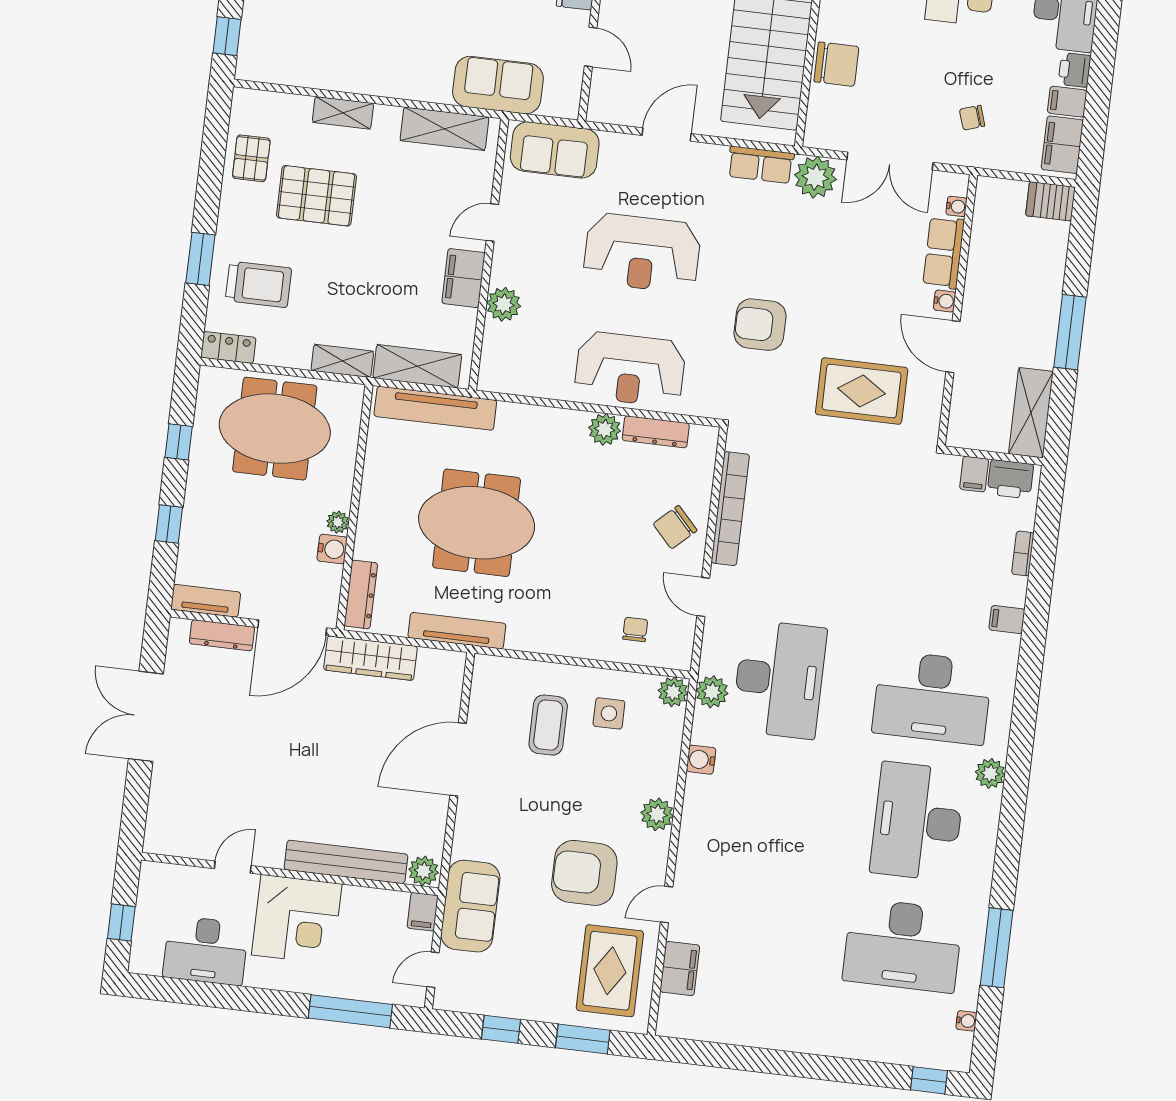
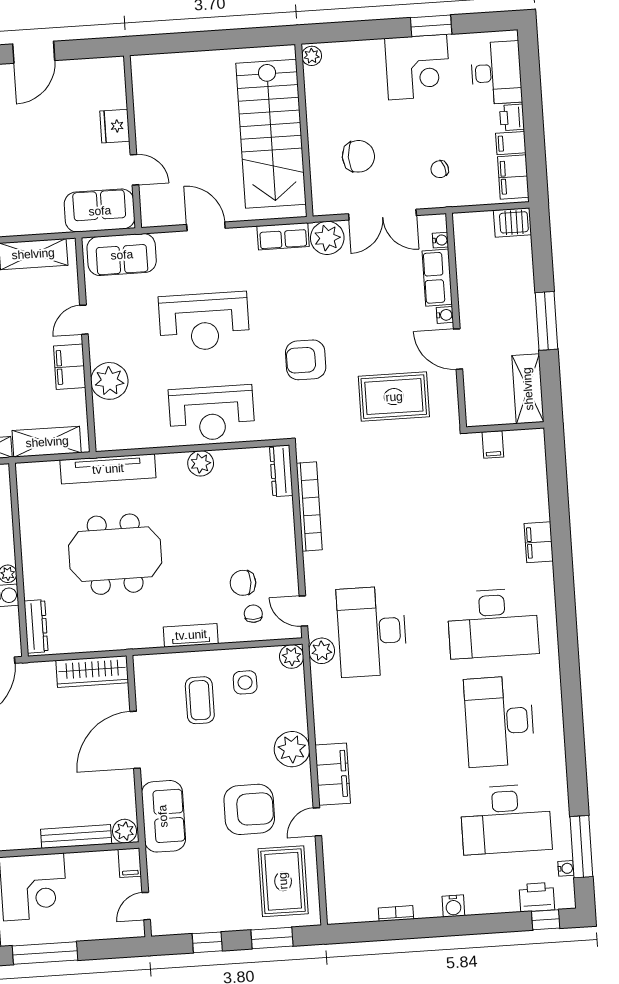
chair: (836, 64) -> (358, 156), moved
sofa: (498, 85) -> (100, 211), moved
door: (667, 134) -> (206, 226), hinge flipped
plant: (504, 304) -> (109, 381), width x1.36, depth x1.36
tv unit: (435, 408) -> (108, 469), moved
dresser: (656, 432) -> (281, 471), moved, turned 90
printer: (1010, 479) -> (537, 897), moved, turned 180
chair: (675, 527) -> (243, 583), moved, turned 44
bookcase: (1023, 553) -> (396, 914), moved, turned 90
door: (703, 597) -> (303, 611), moved
filing cabinet: (1007, 619) -> (539, 542), width x2.00
tv unit: (457, 631) -> (191, 635), moved, width x0.71
wardrobe: (370, 658) -> (92, 672), moved
desk: (779, 679) -> (372, 631), turned 180
water cooler: (701, 760) -> (453, 906), moved, turned -90
plant: (990, 773) -> (549, 674), removed
plant: (657, 814) -> (292, 749), width x1.36, depth x1.36
bench: (346, 862) -> (76, 837), width x0.73, depth x0.82
armchair: (584, 873) -> (249, 809), turned 180
sofa: (470, 906) -> (163, 816), moved
window: (997, 948) -> (581, 847), moved
filing cabinet: (680, 969) -> (333, 774), moved, width x1.50, depth x1.17
window: (350, 1011) -> (45, 953), moved

